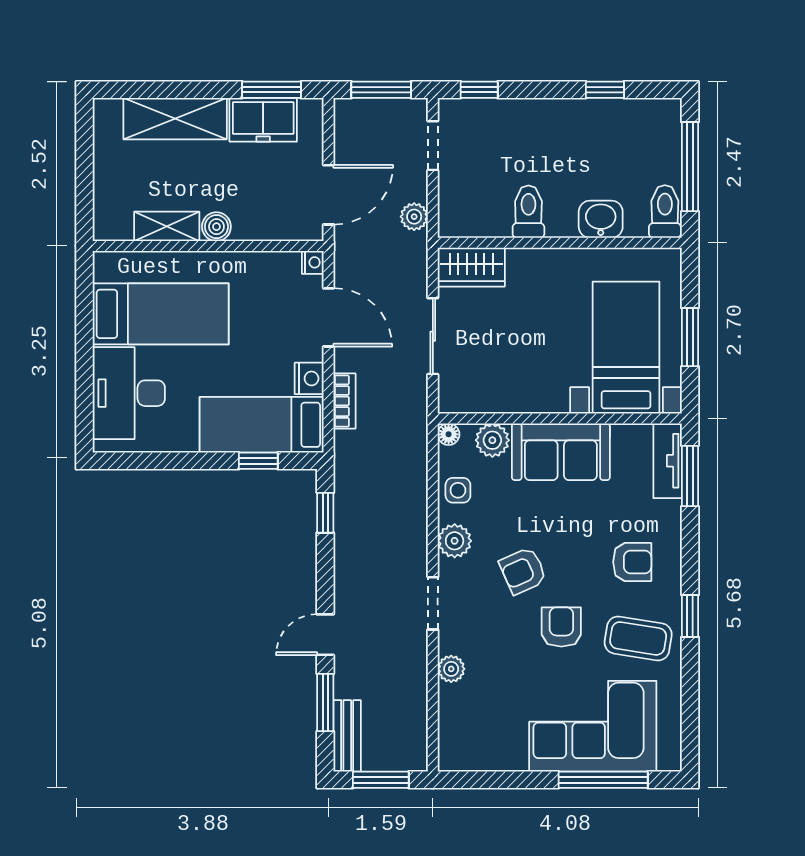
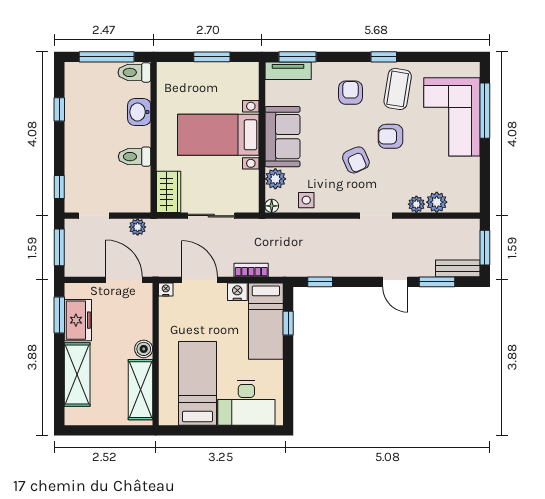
shelving: (167, 226) -> (141, 390), width x1.50, depth x1.33
door: (329, 317) -> (200, 280), hinge flipped
bed with nightstands: (626, 348) -> (218, 135), moved
plant: (455, 541) -> (437, 202), moved

